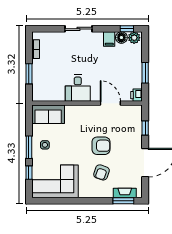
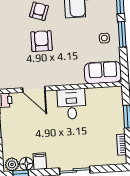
armchair: (101, 146) -> (41, 41), turned 90

